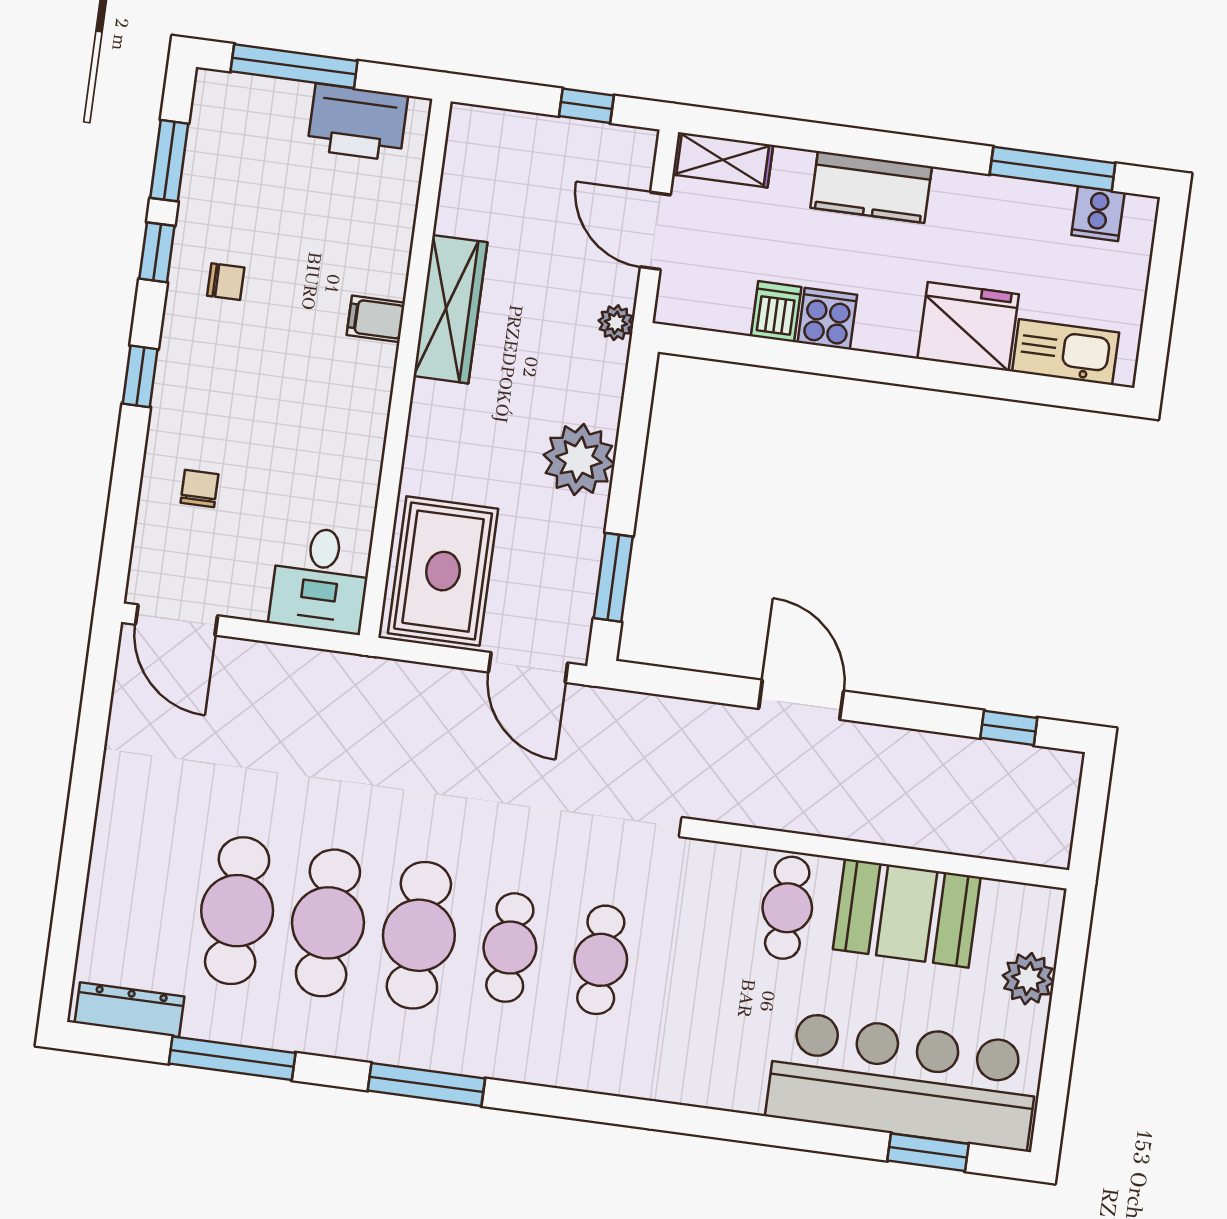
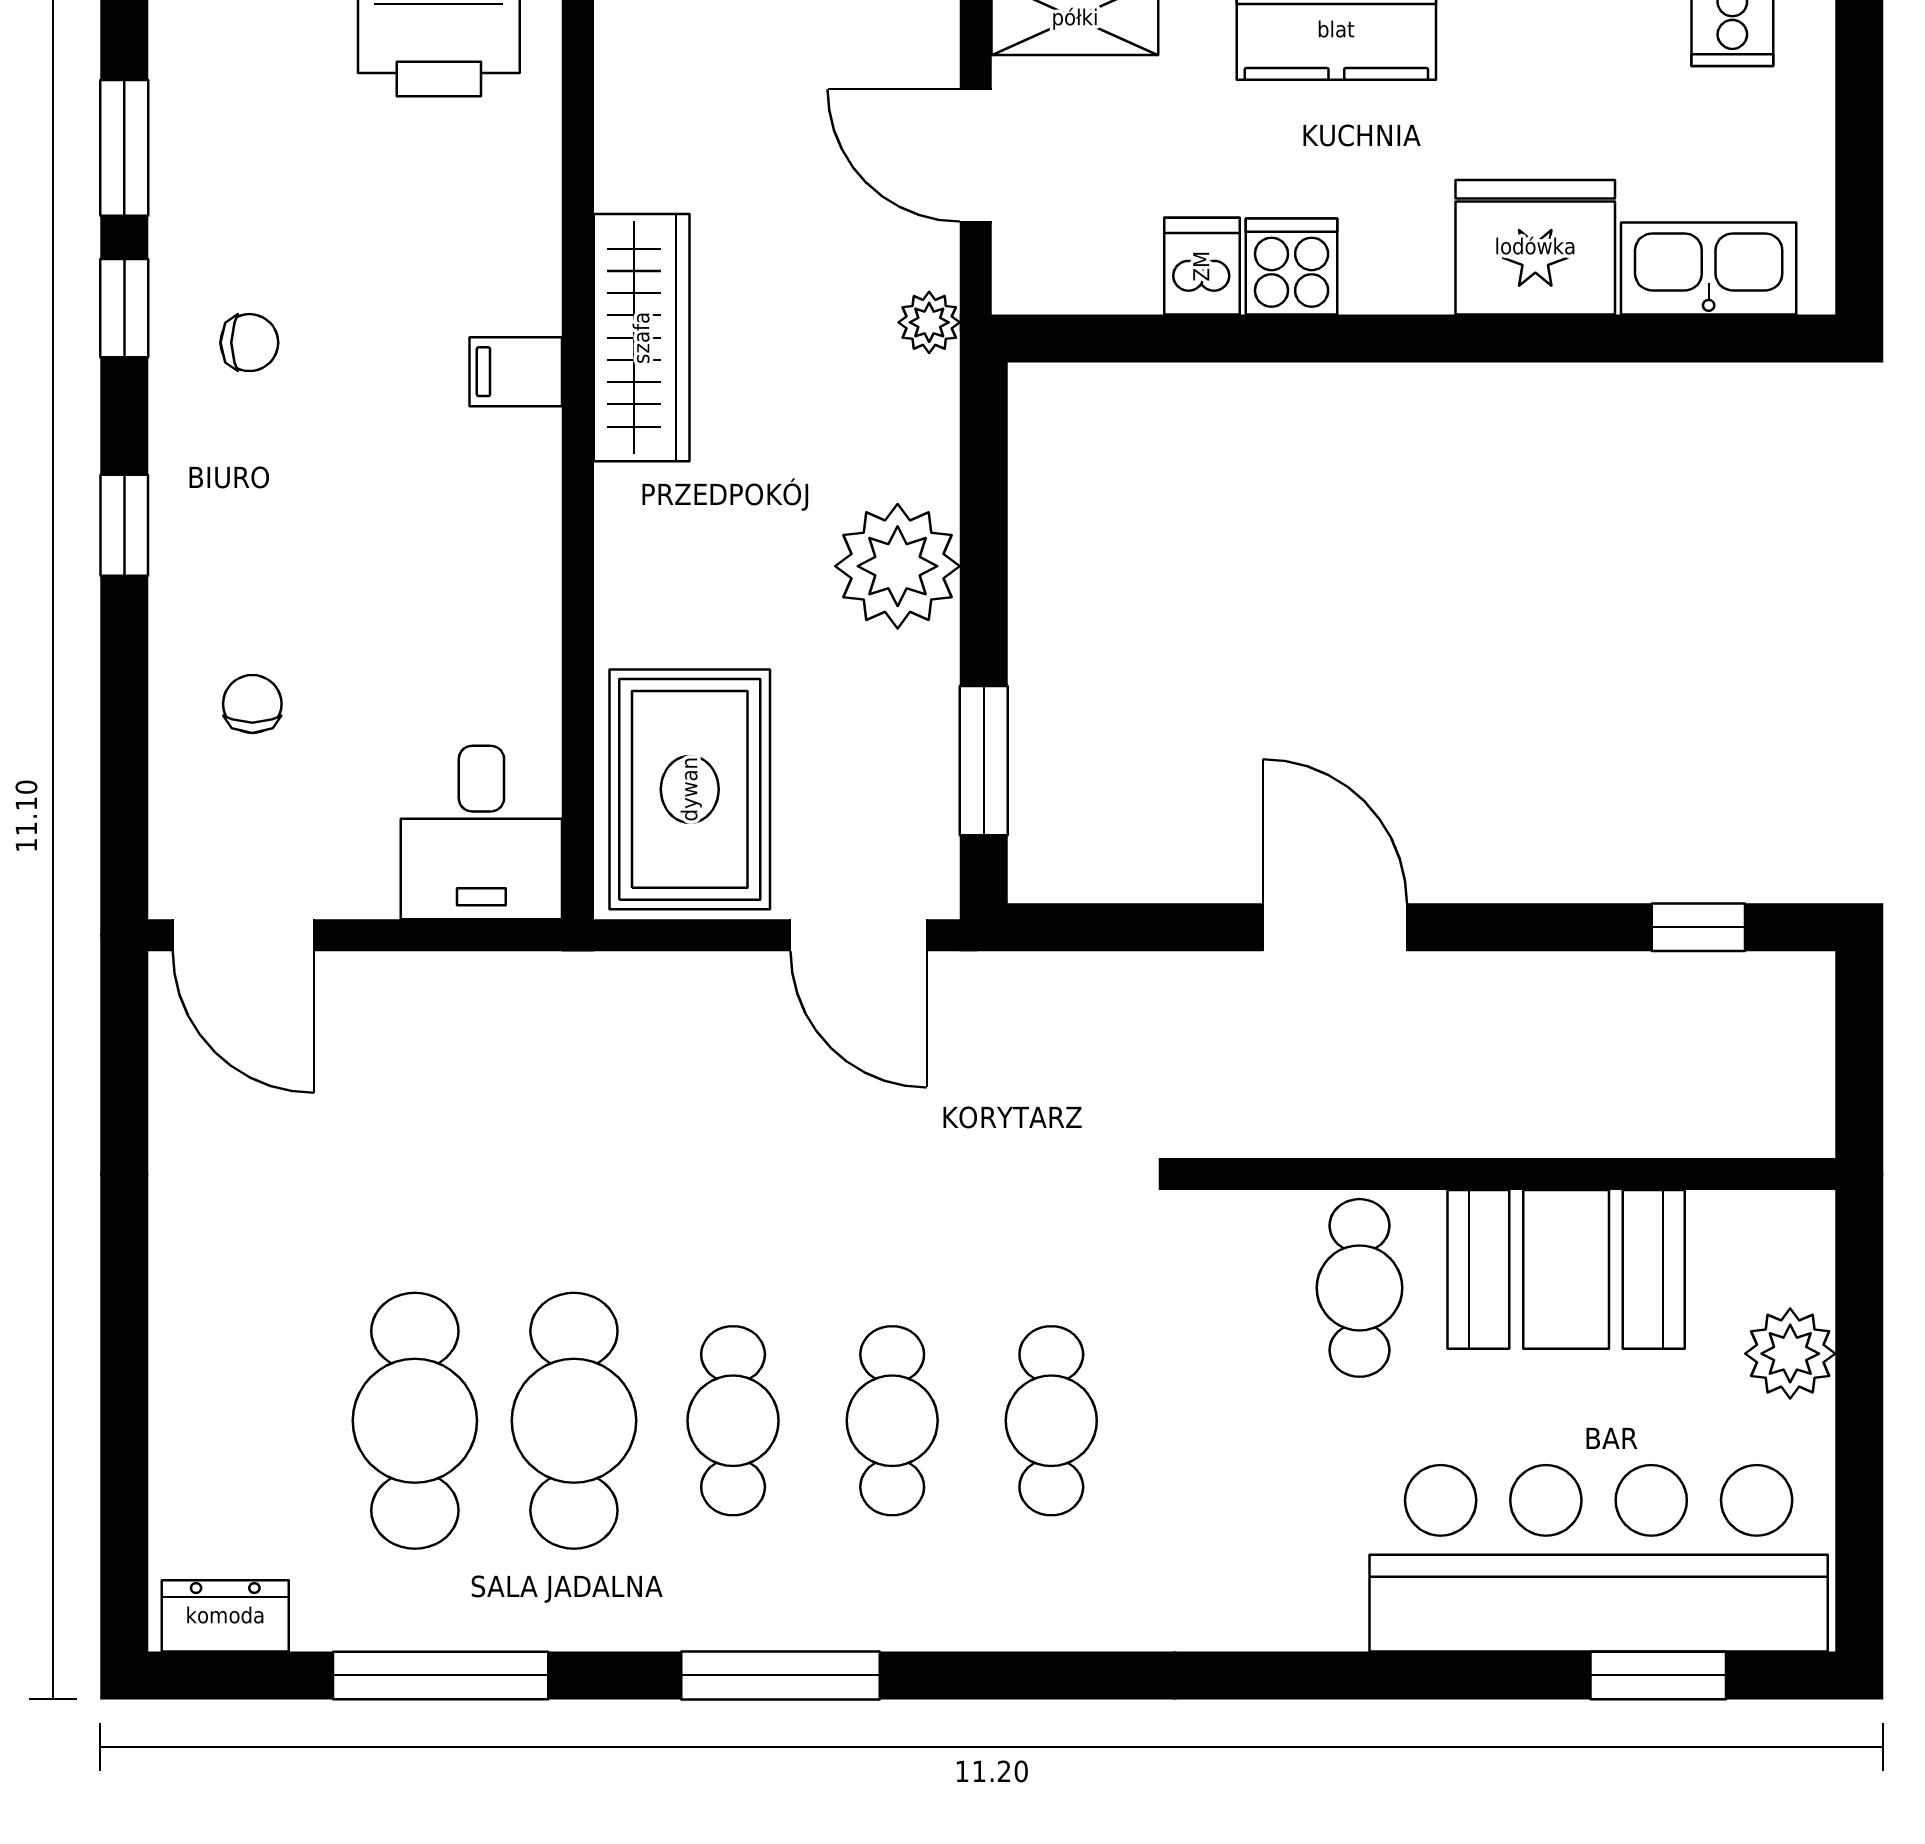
cafe table: (419, 935) -> (733, 1421), width x0.73, depth x0.74
dresser: (129, 1010) -> (225, 1616), width x0.70

